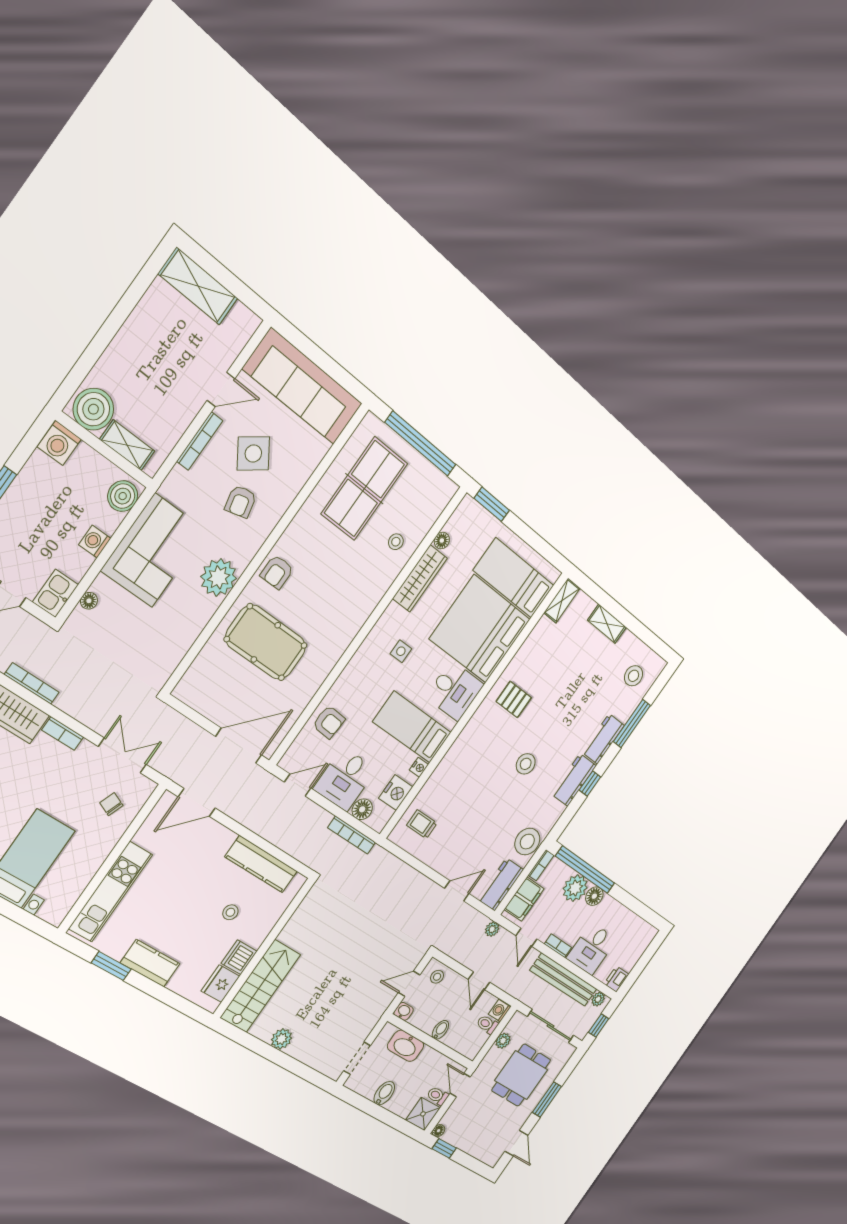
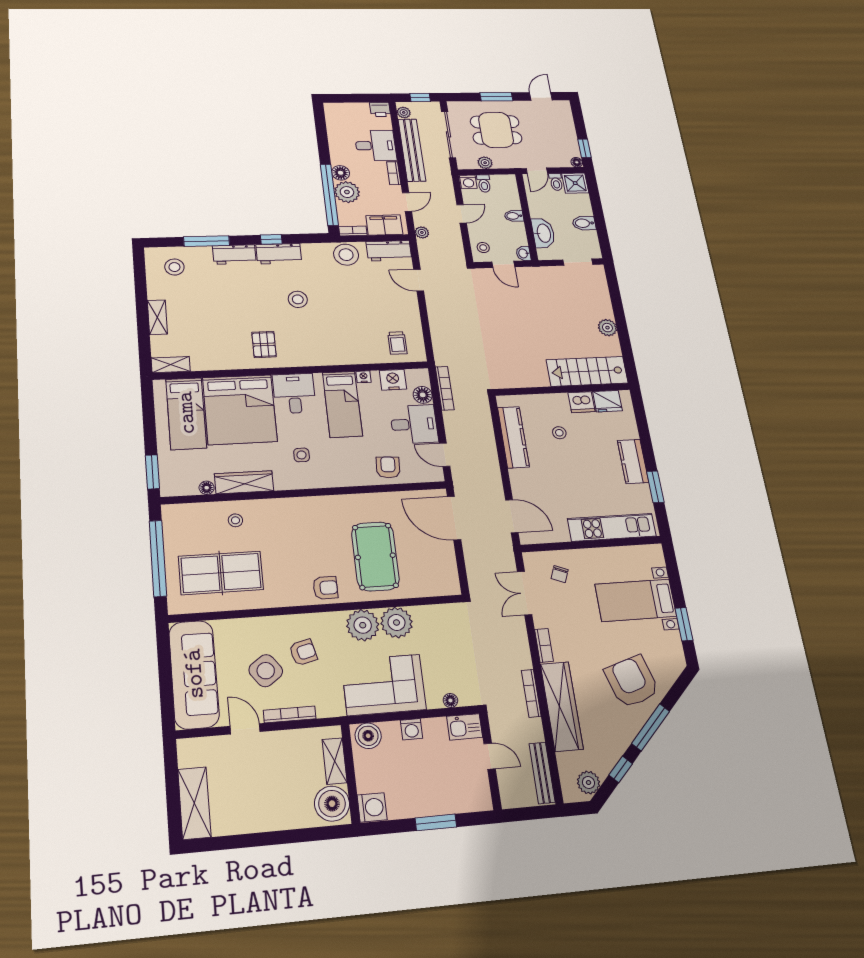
plant: (195, 611) -> (397, 622), added

